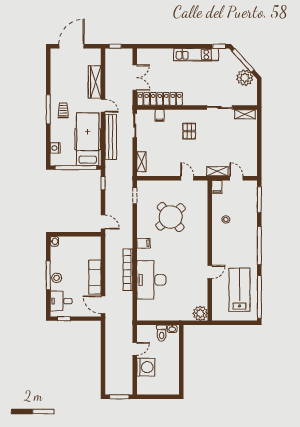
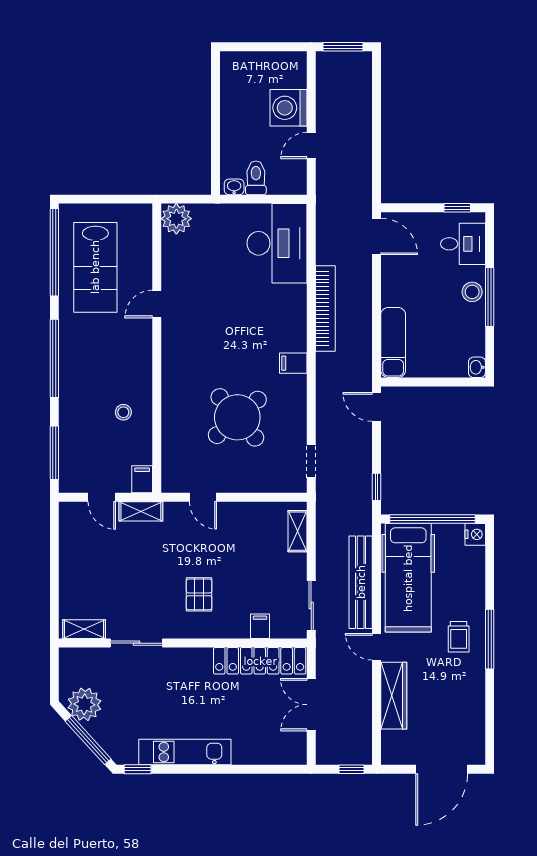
nightstand: (55, 148) -> (475, 534), moved
exam couch: (95, 277) -> (393, 342), moved
desk: (151, 280) -> (277, 243), moved

